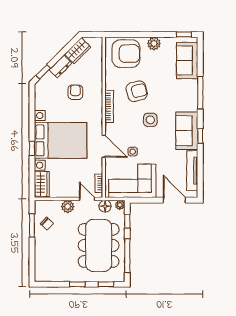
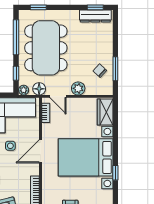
door: (104, 146) -> (41, 151), hinge flipped
window: (32, 149) -> (115, 173), moved
dresser: (51, 276) -> (95, 16), added
window: (77, 284) -> (95, 7), moved

